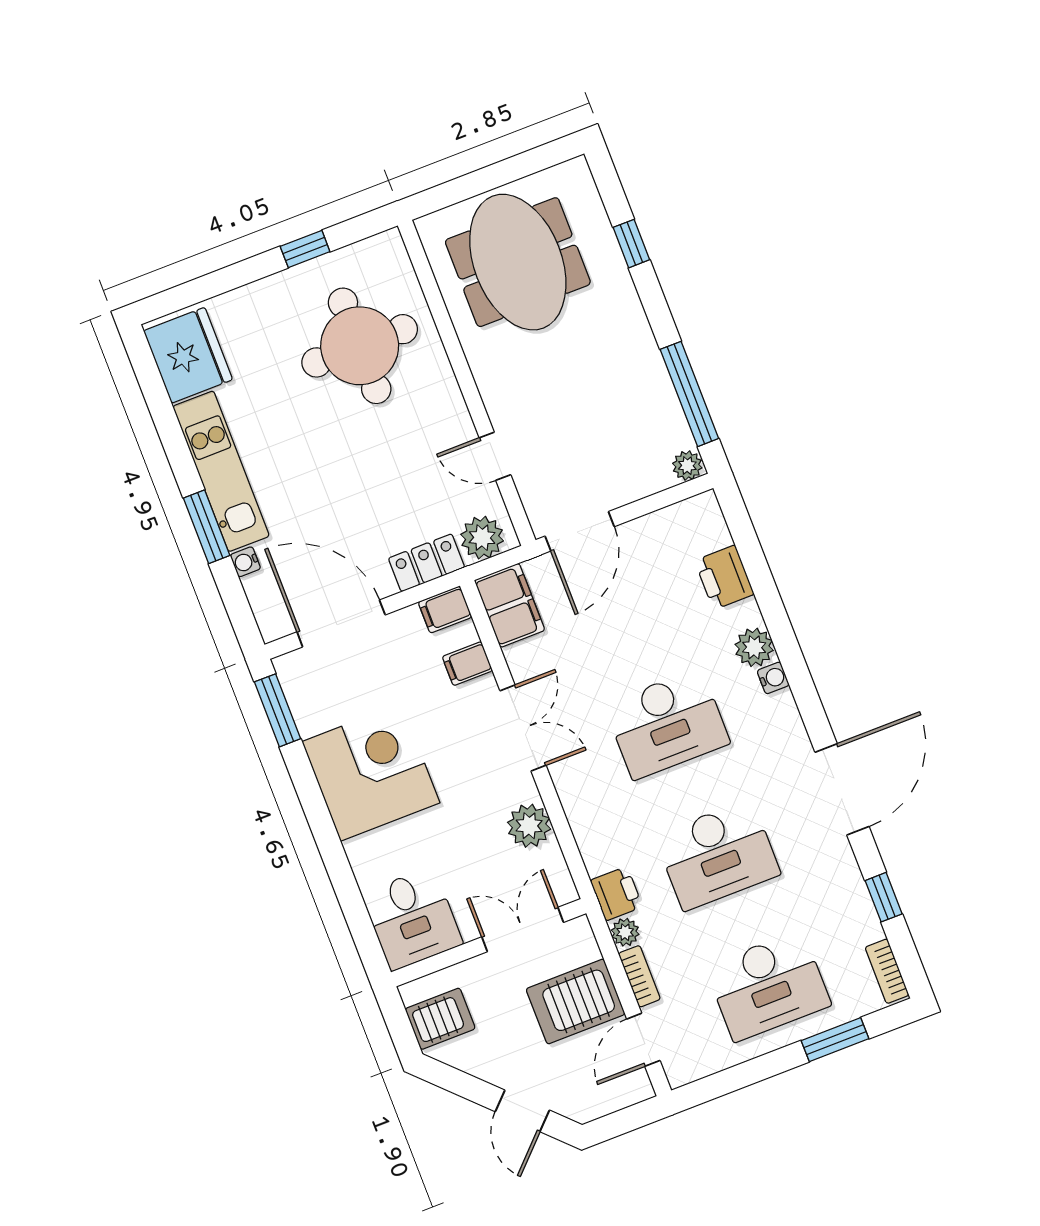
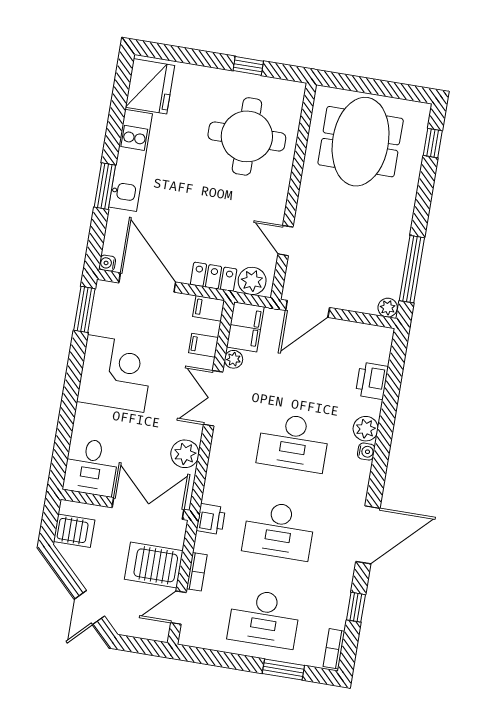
window: (631, 244) -> (433, 143), moved
water cooler: (245, 562) -> (107, 263), moved
double door: (523, 728) -> (213, 398), swing flipped
double door: (523, 930) -> (148, 509), width x1.37
plant: (625, 932) -> (234, 359), moved

